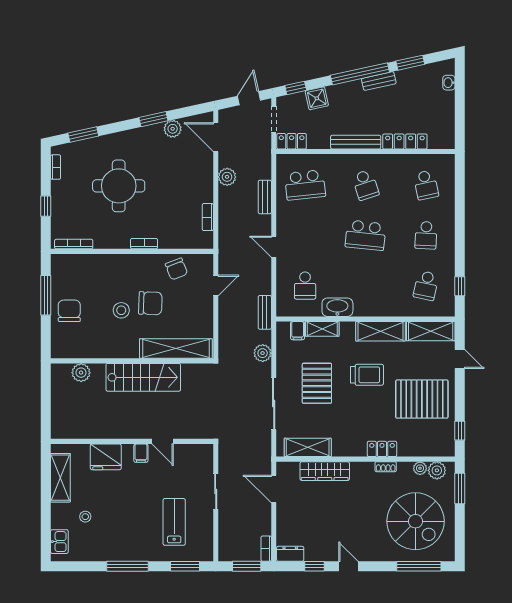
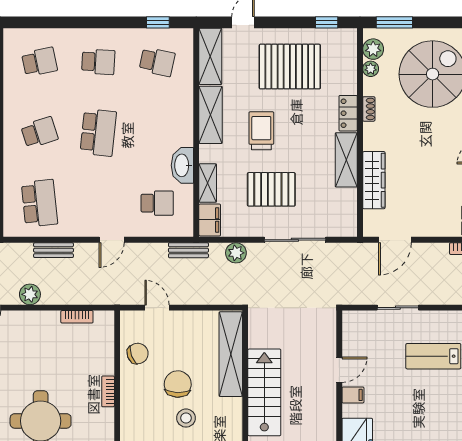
filing cabinet: (298, 331) -> (210, 220), width x2.00
pallet: (422, 399) -> (290, 67), turned 90
shelving: (308, 447) -> (346, 160), moved

